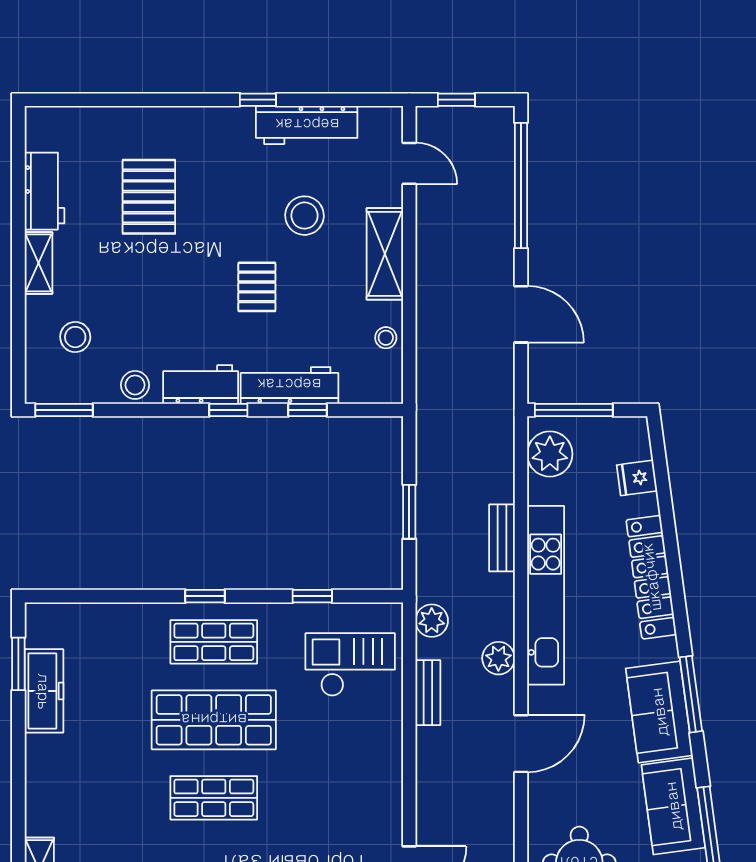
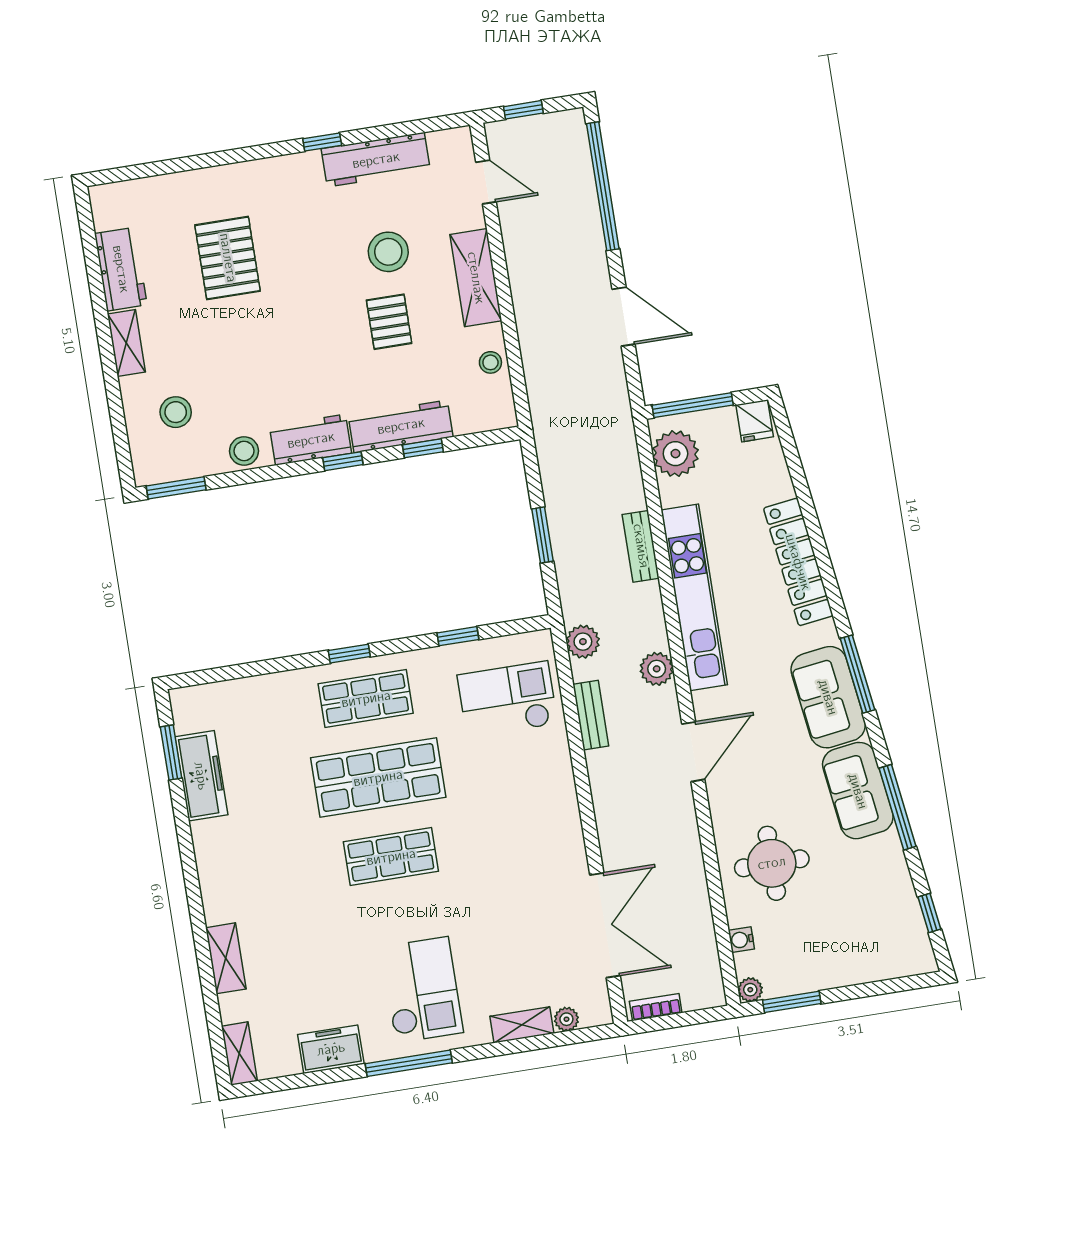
pallet: (257, 287) -> (389, 322), moved
fridge: (637, 478) -> (755, 421), moved, turned -82

